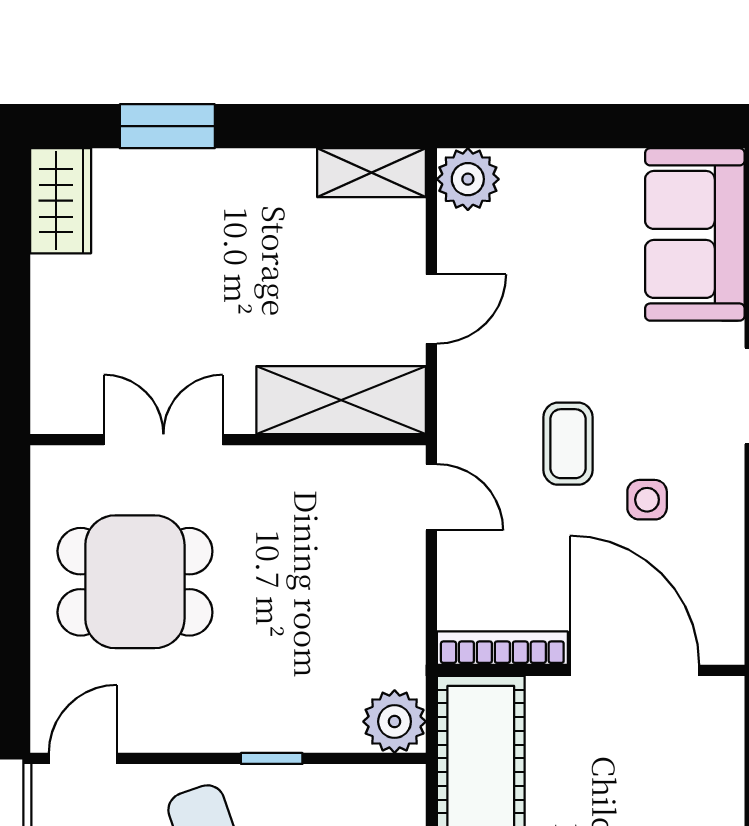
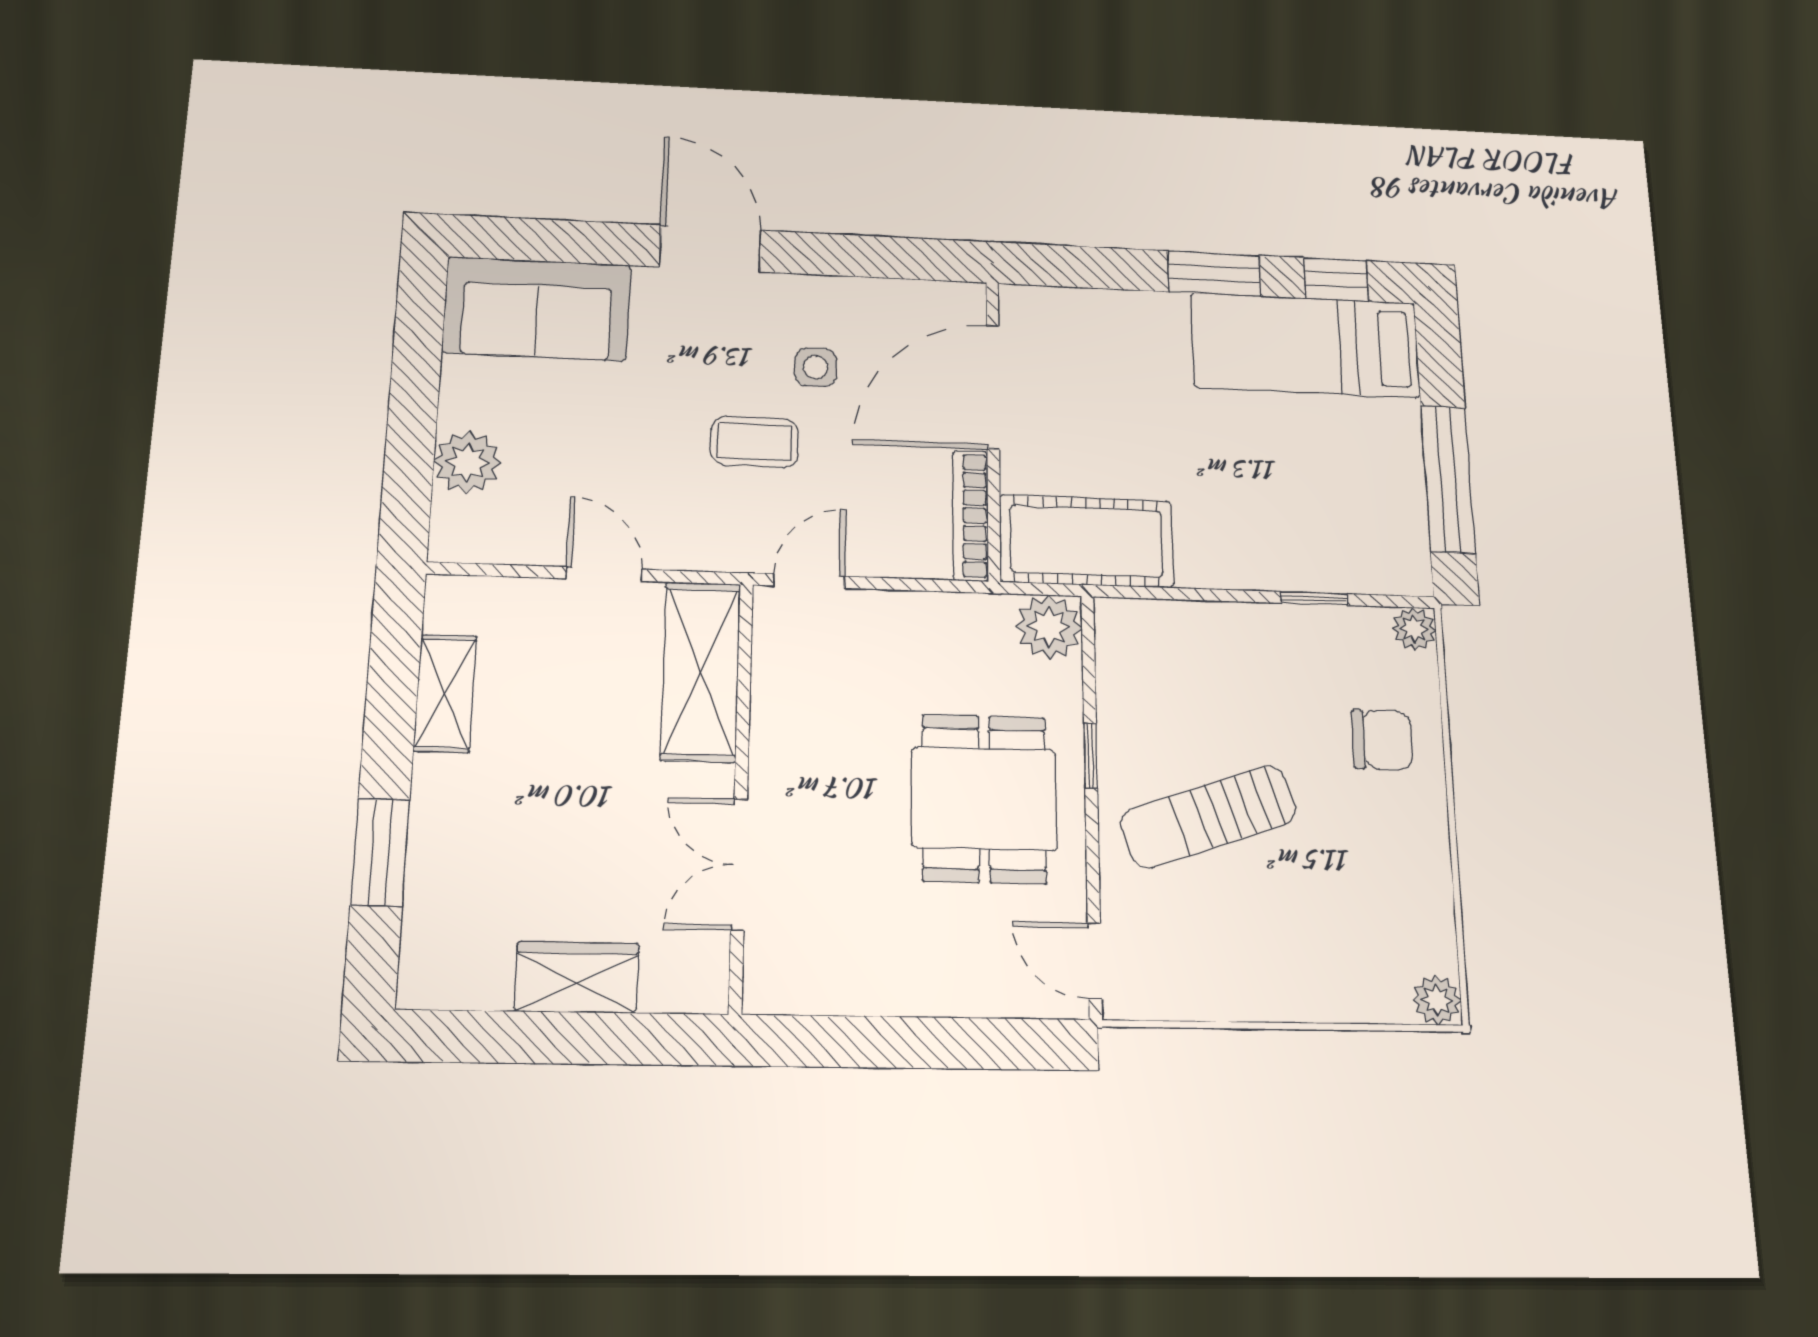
shelving: (372, 173) -> (445, 693), moved
plant: (468, 179) -> (468, 462), moved
wardrobe: (61, 201) -> (577, 977), moved
dining table: (135, 582) -> (984, 799), moved

